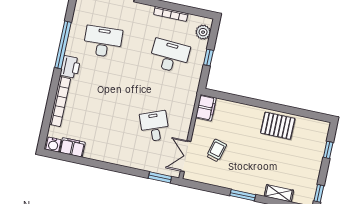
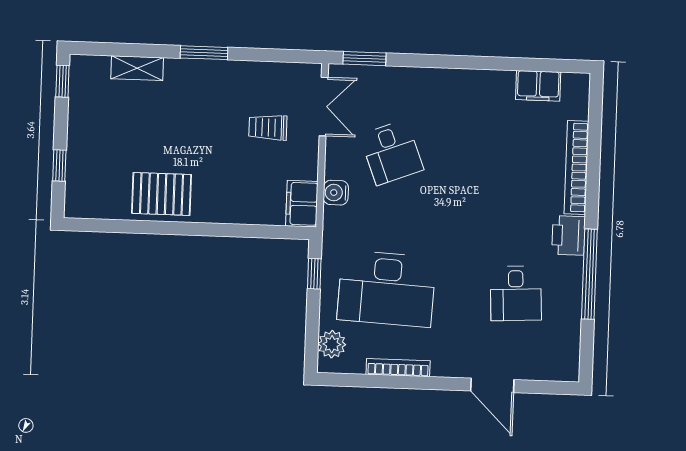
desk: (103, 42) -> (516, 293), width x0.73
desk: (170, 56) -> (387, 289), width x1.36, depth x1.30
window: (208, 58) -> (314, 274), moved
water cooler: (53, 145) -> (336, 193), moved, turned -90
trolley: (216, 150) -> (268, 127), turned 75

